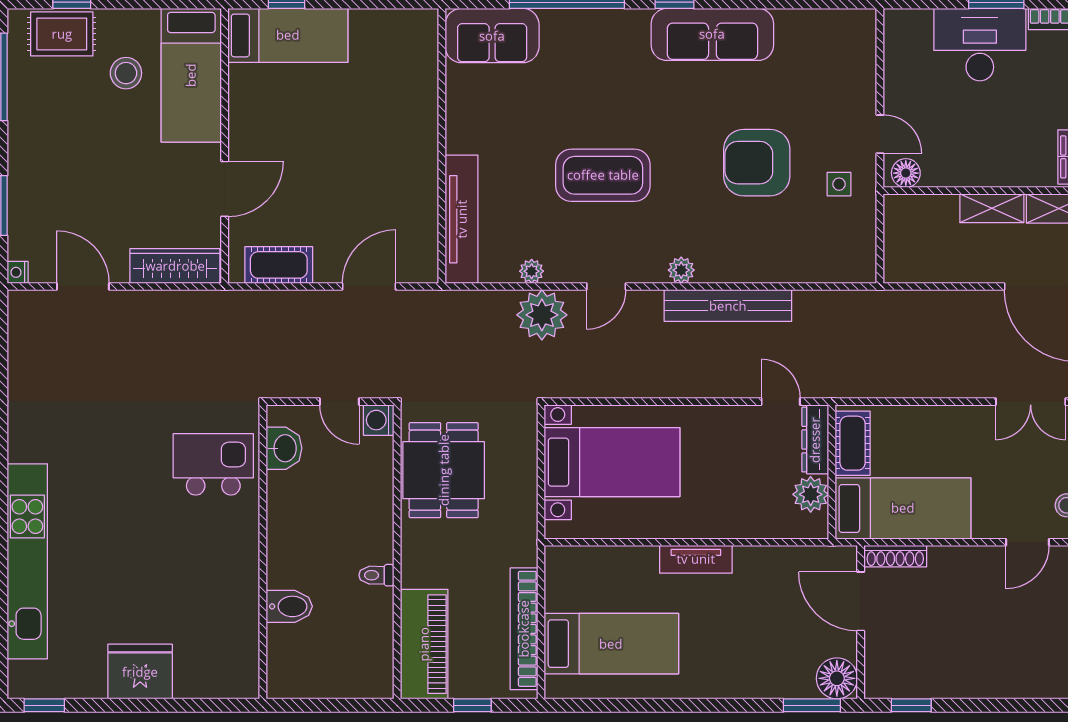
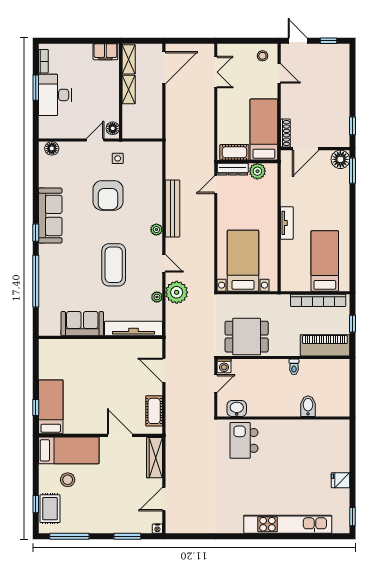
sofa: (492, 36) -> (82, 324), moved, turned -90
floor lamp: (861, 38) -> (52, 148), added
fridge: (140, 672) -> (340, 480), width x0.53, depth x0.75

